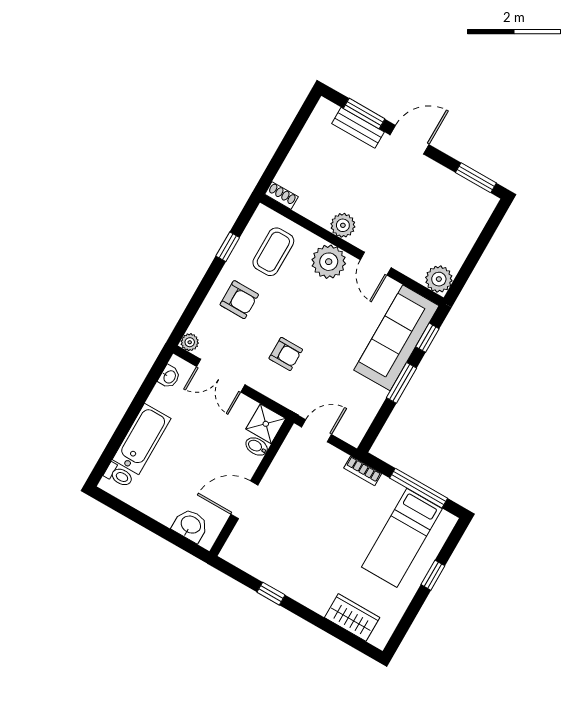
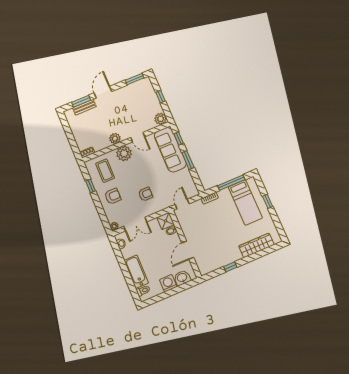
window: (479, 249) -> (160, 97), added
washing machine: (163, 508) -> (168, 283), added
wardrobe: (352, 617) -> (256, 245), width x1.50

